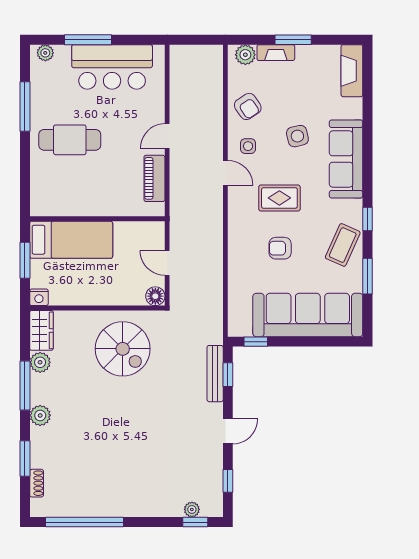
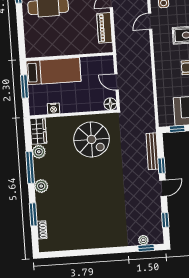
door: (225, 173) -> (150, 21), swing flipped
nightstand: (39, 297) -> (53, 109), moved
window: (228, 375) -> (162, 166), moved
window: (85, 522) -> (75, 253), removed

